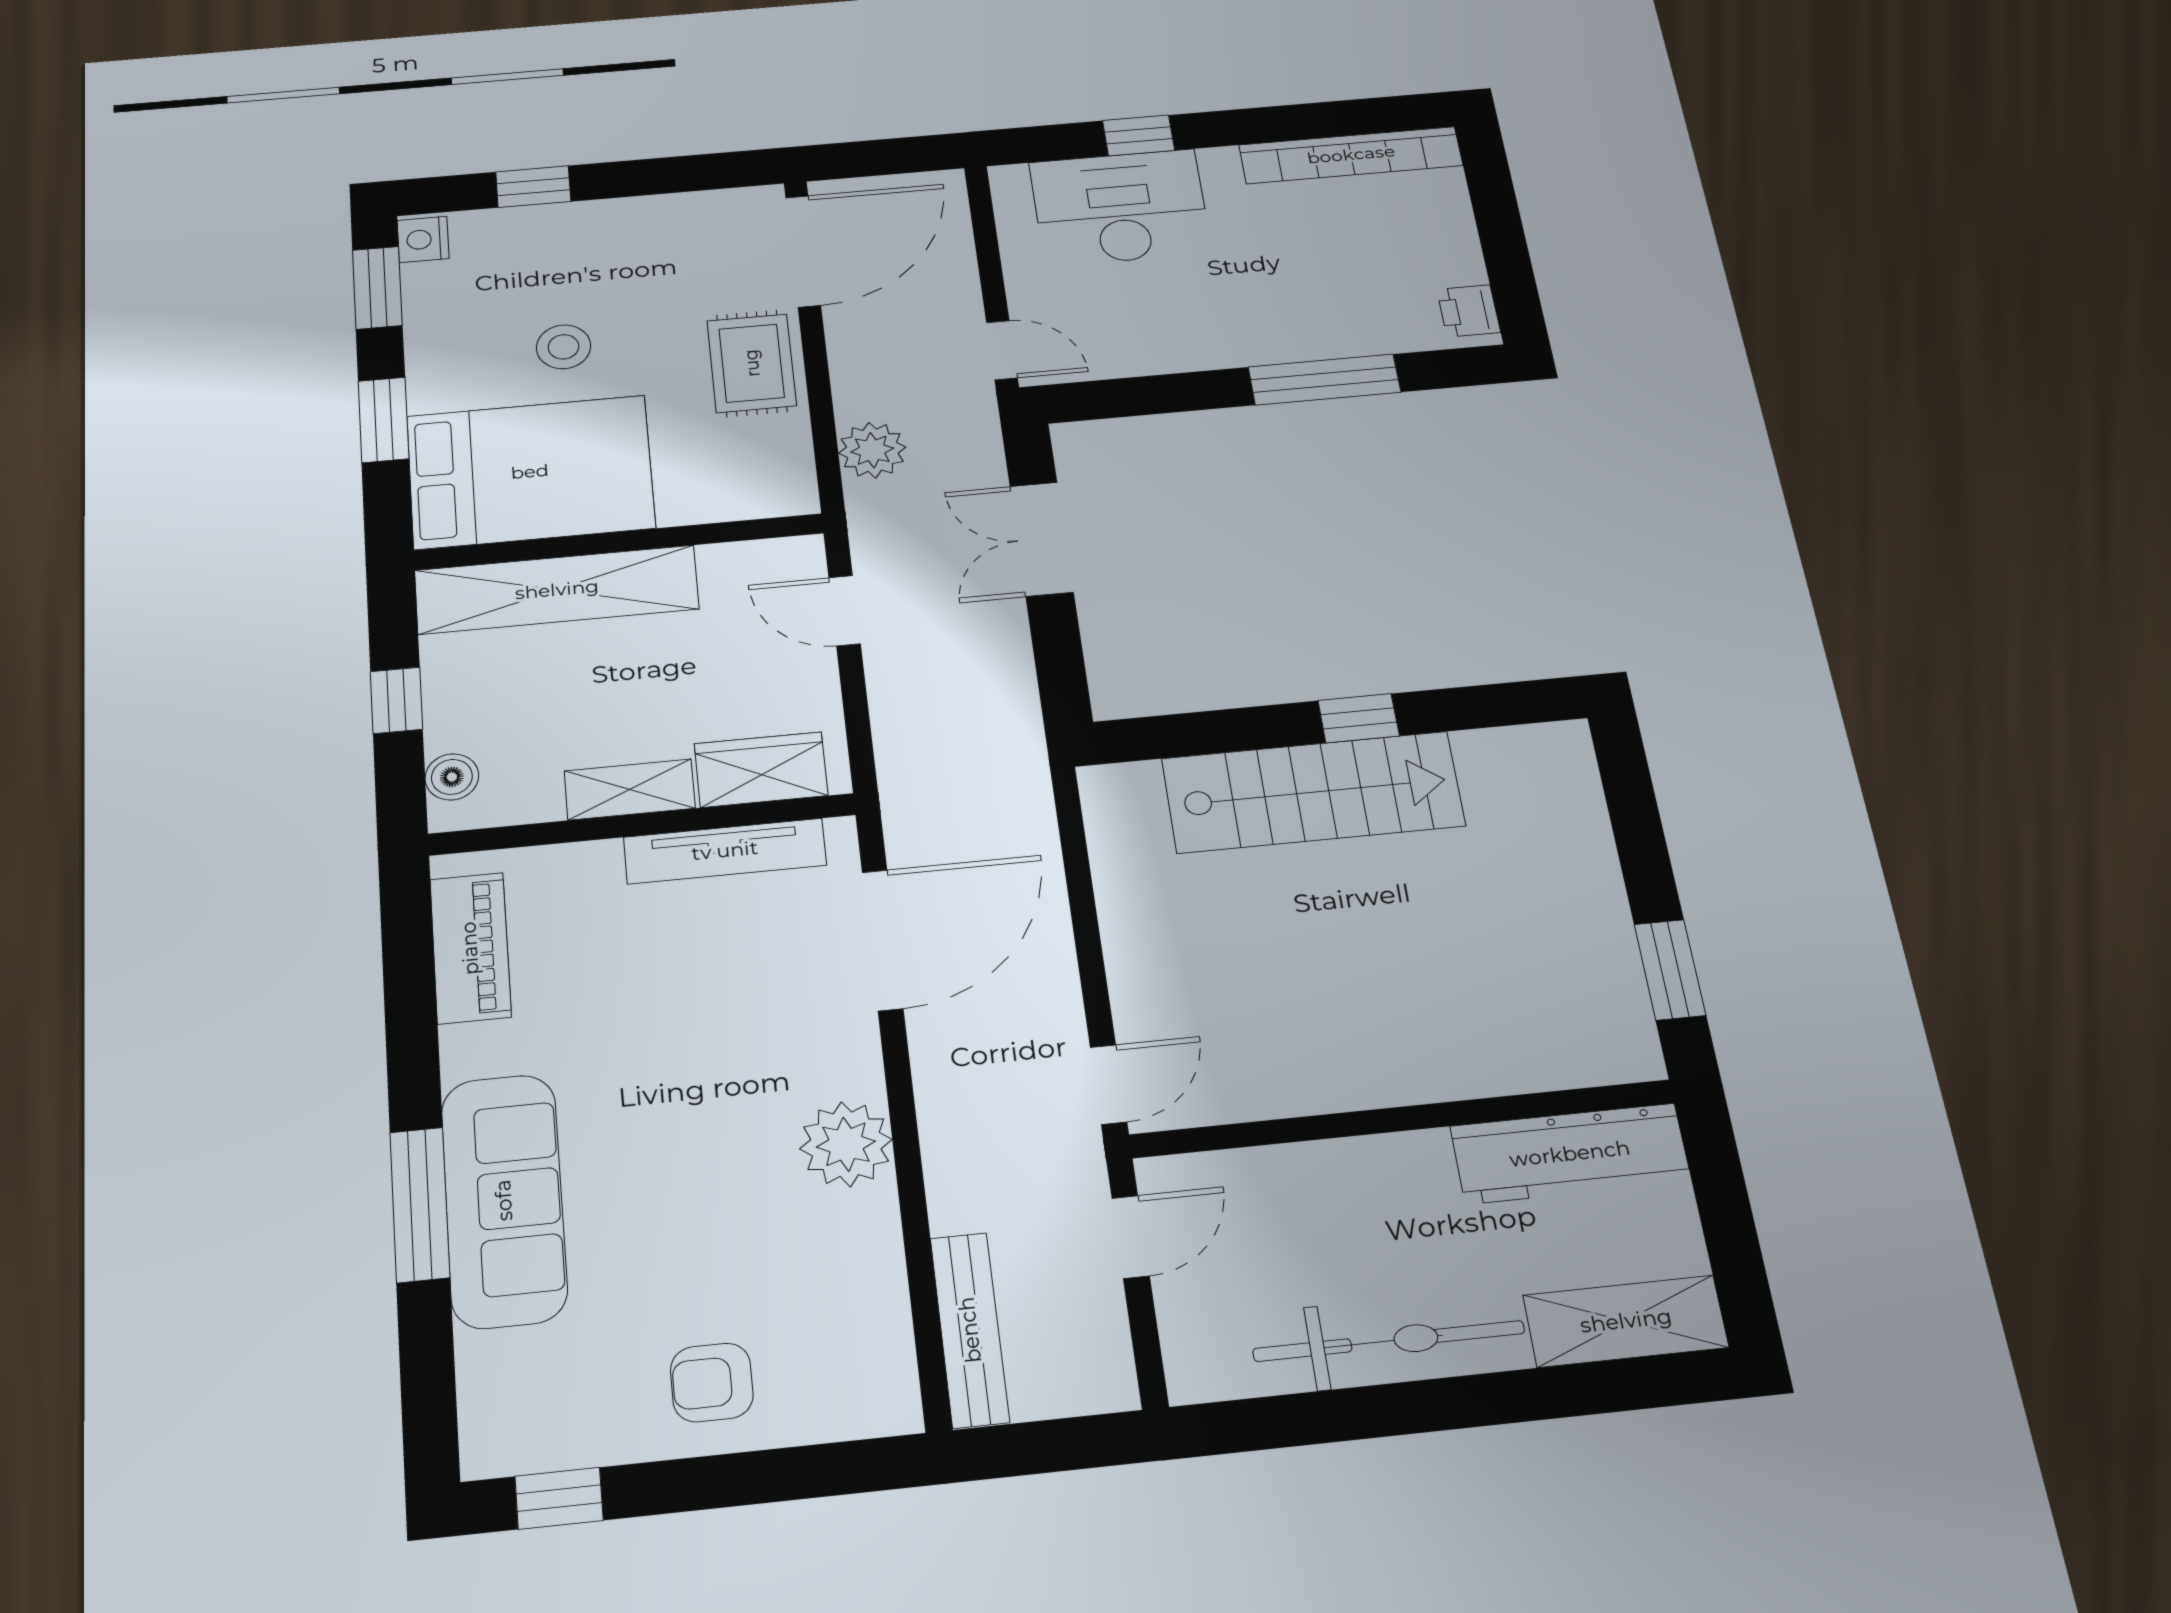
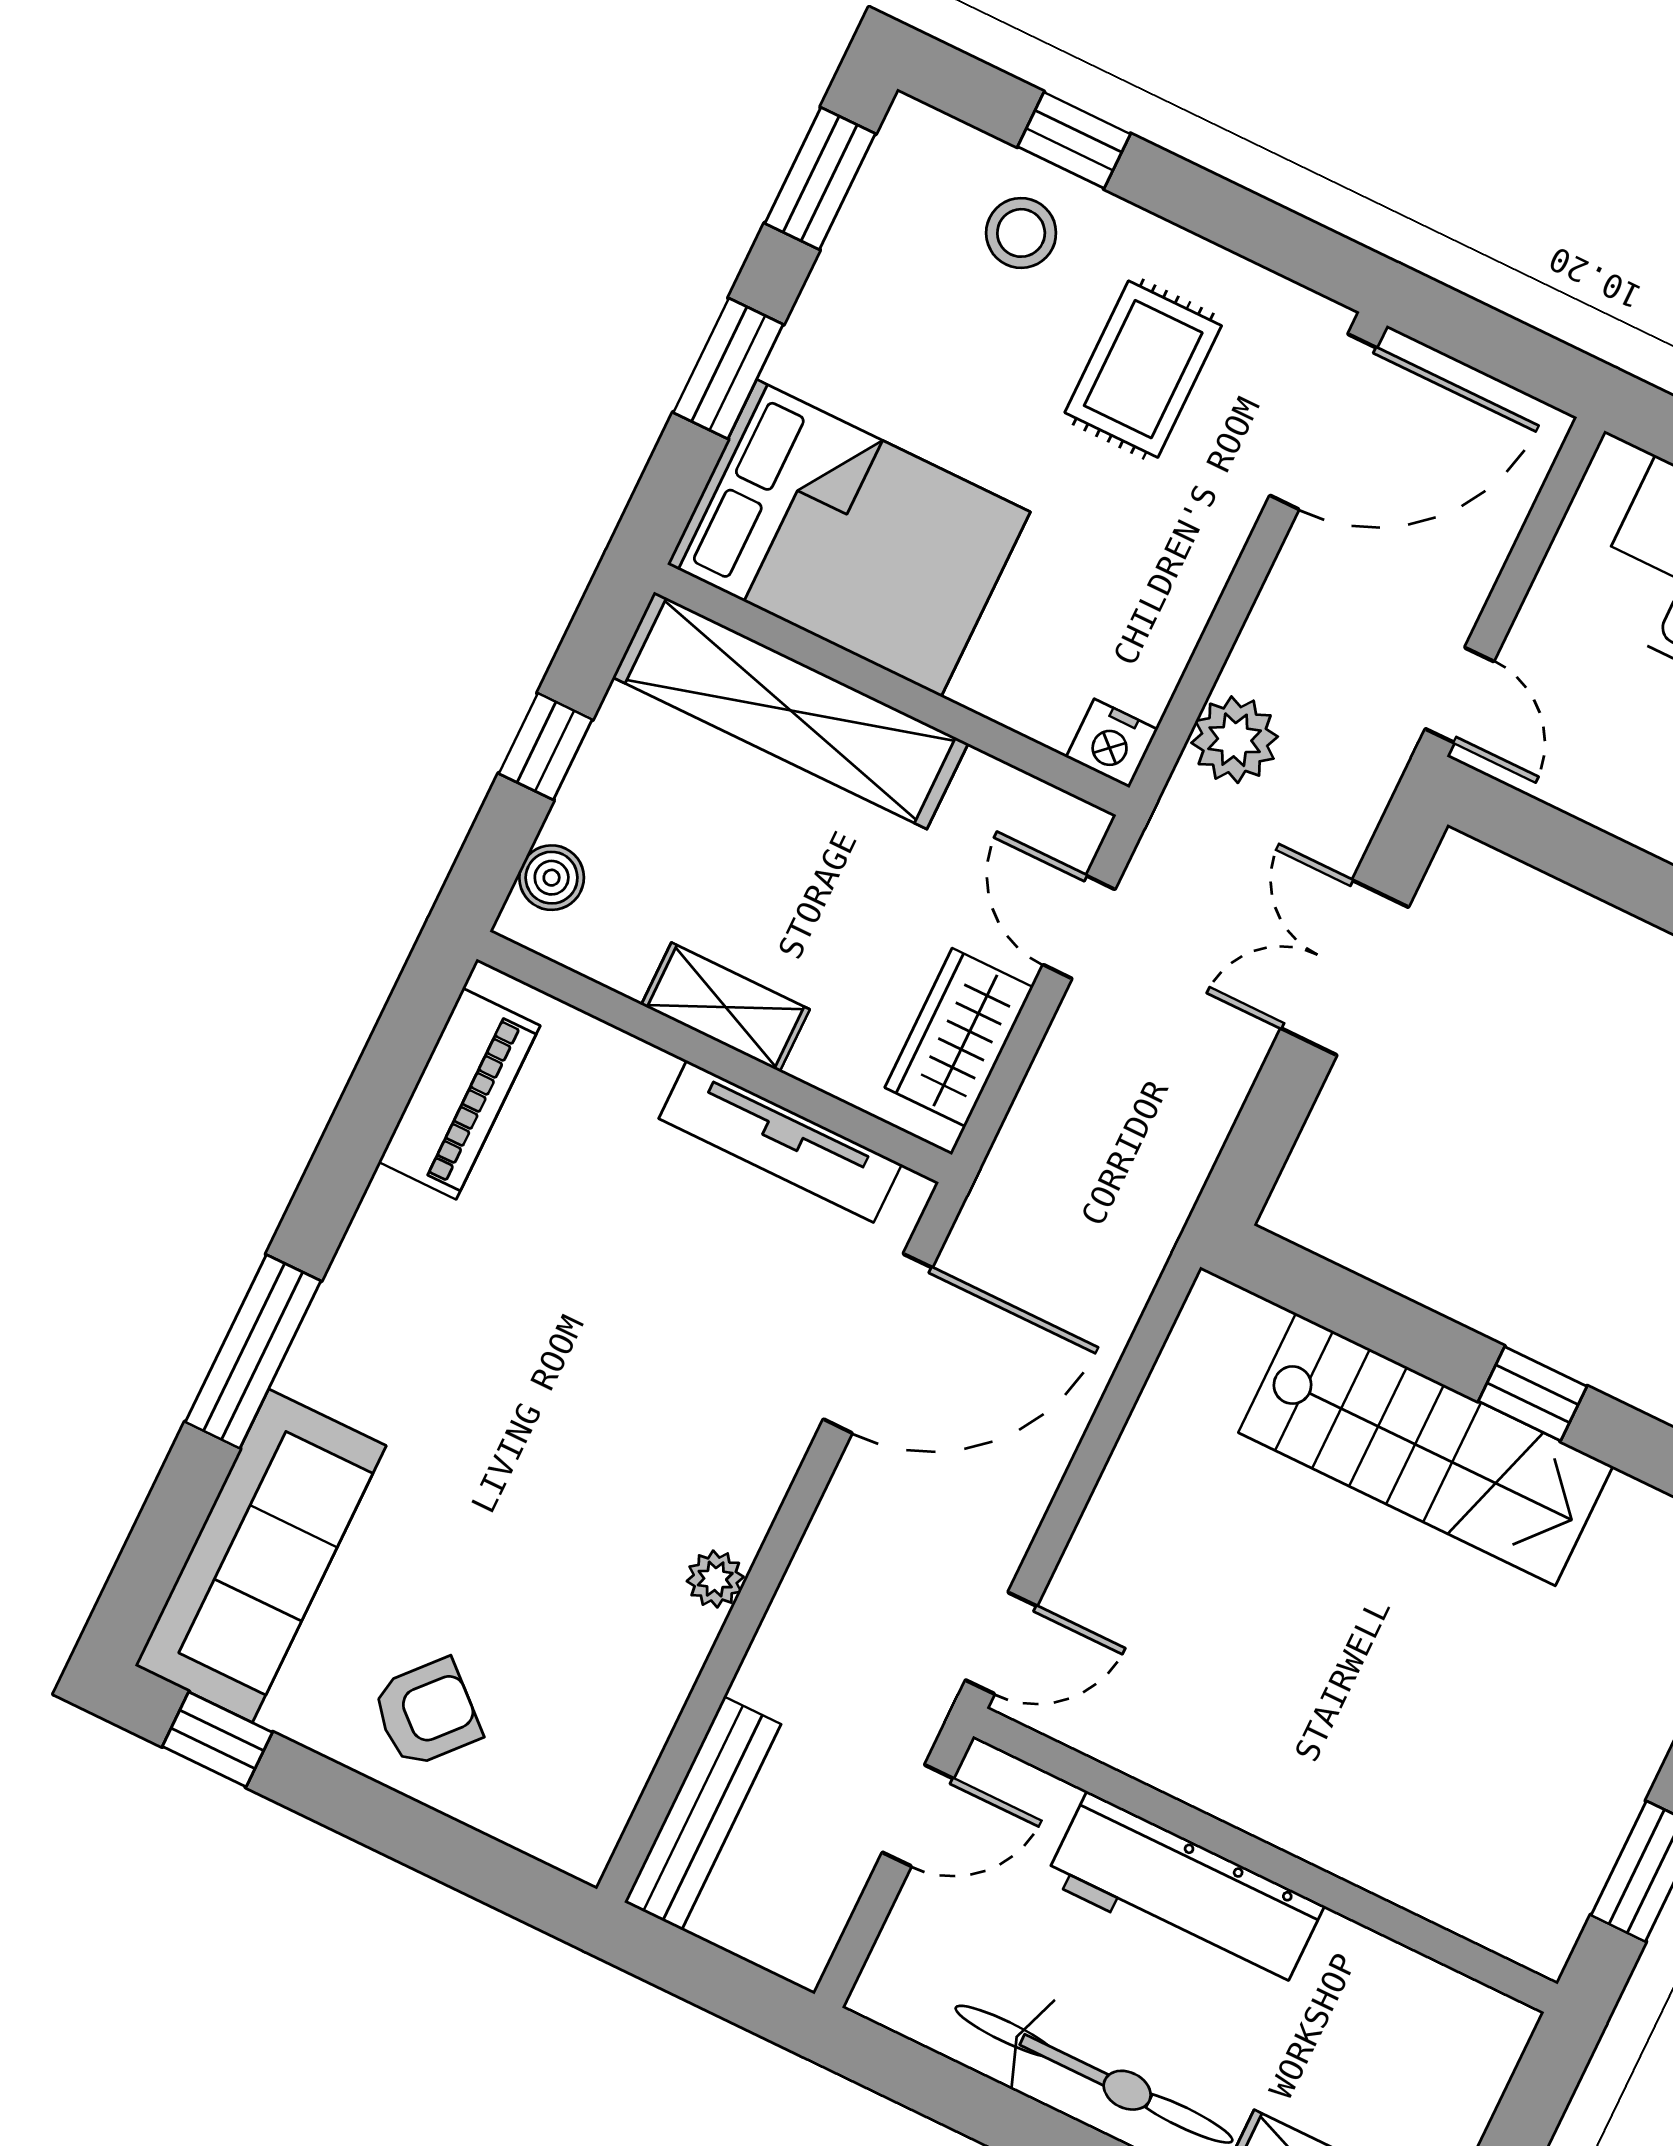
nightstand: (423, 239) -> (1112, 743), moved, turned -90
stool: (564, 347) -> (1021, 233), moved
rug: (752, 363) -> (1143, 369), moved
wardrobe: (761, 770) -> (959, 1037), moved, turned -90
plant: (846, 1144) -> (715, 1579), width x0.53, depth x0.53
workbench: (1570, 1154) -> (1184, 1893), moved
sofa: (504, 1200) -> (260, 1556), moved
armchair: (712, 1382) -> (427, 1713), turned 132

